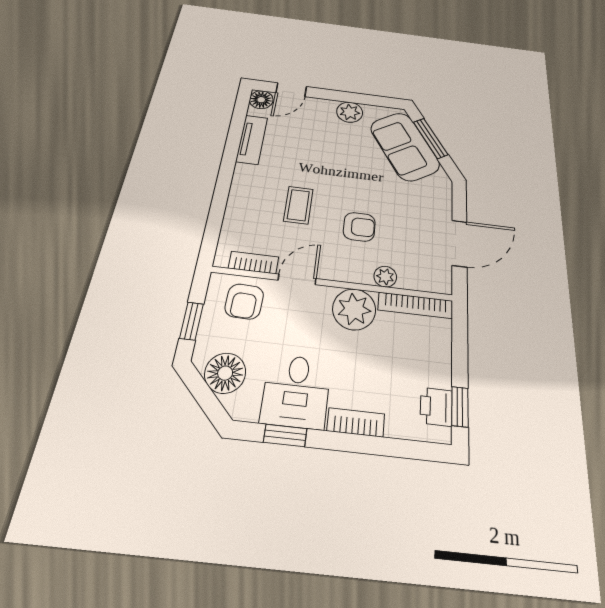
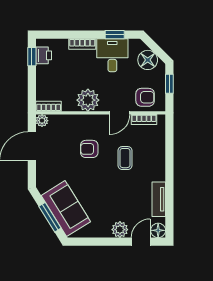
plant: (350, 112) -> (120, 230), moved
plant: (385, 277) -> (42, 121), moved
armchair: (244, 301) -> (145, 97), turned 88
bookcase: (415, 305) -> (49, 106), width x0.64

